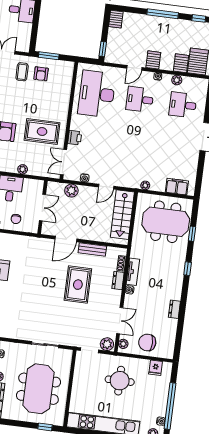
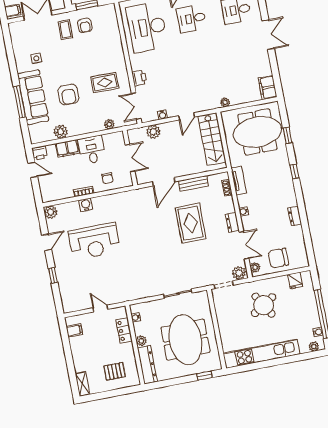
rug: (42, 131) -> (105, 83), width x0.73, depth x0.70
plant: (23, 169) -> (109, 124), moved
filing cabinet: (177, 187) -> (268, 87), moved, turned -90
tv unit: (133, 272) -> (239, 180), moved
dresser: (118, 280) -> (232, 223), moved
round table: (120, 381) -> (264, 305), turned -32

